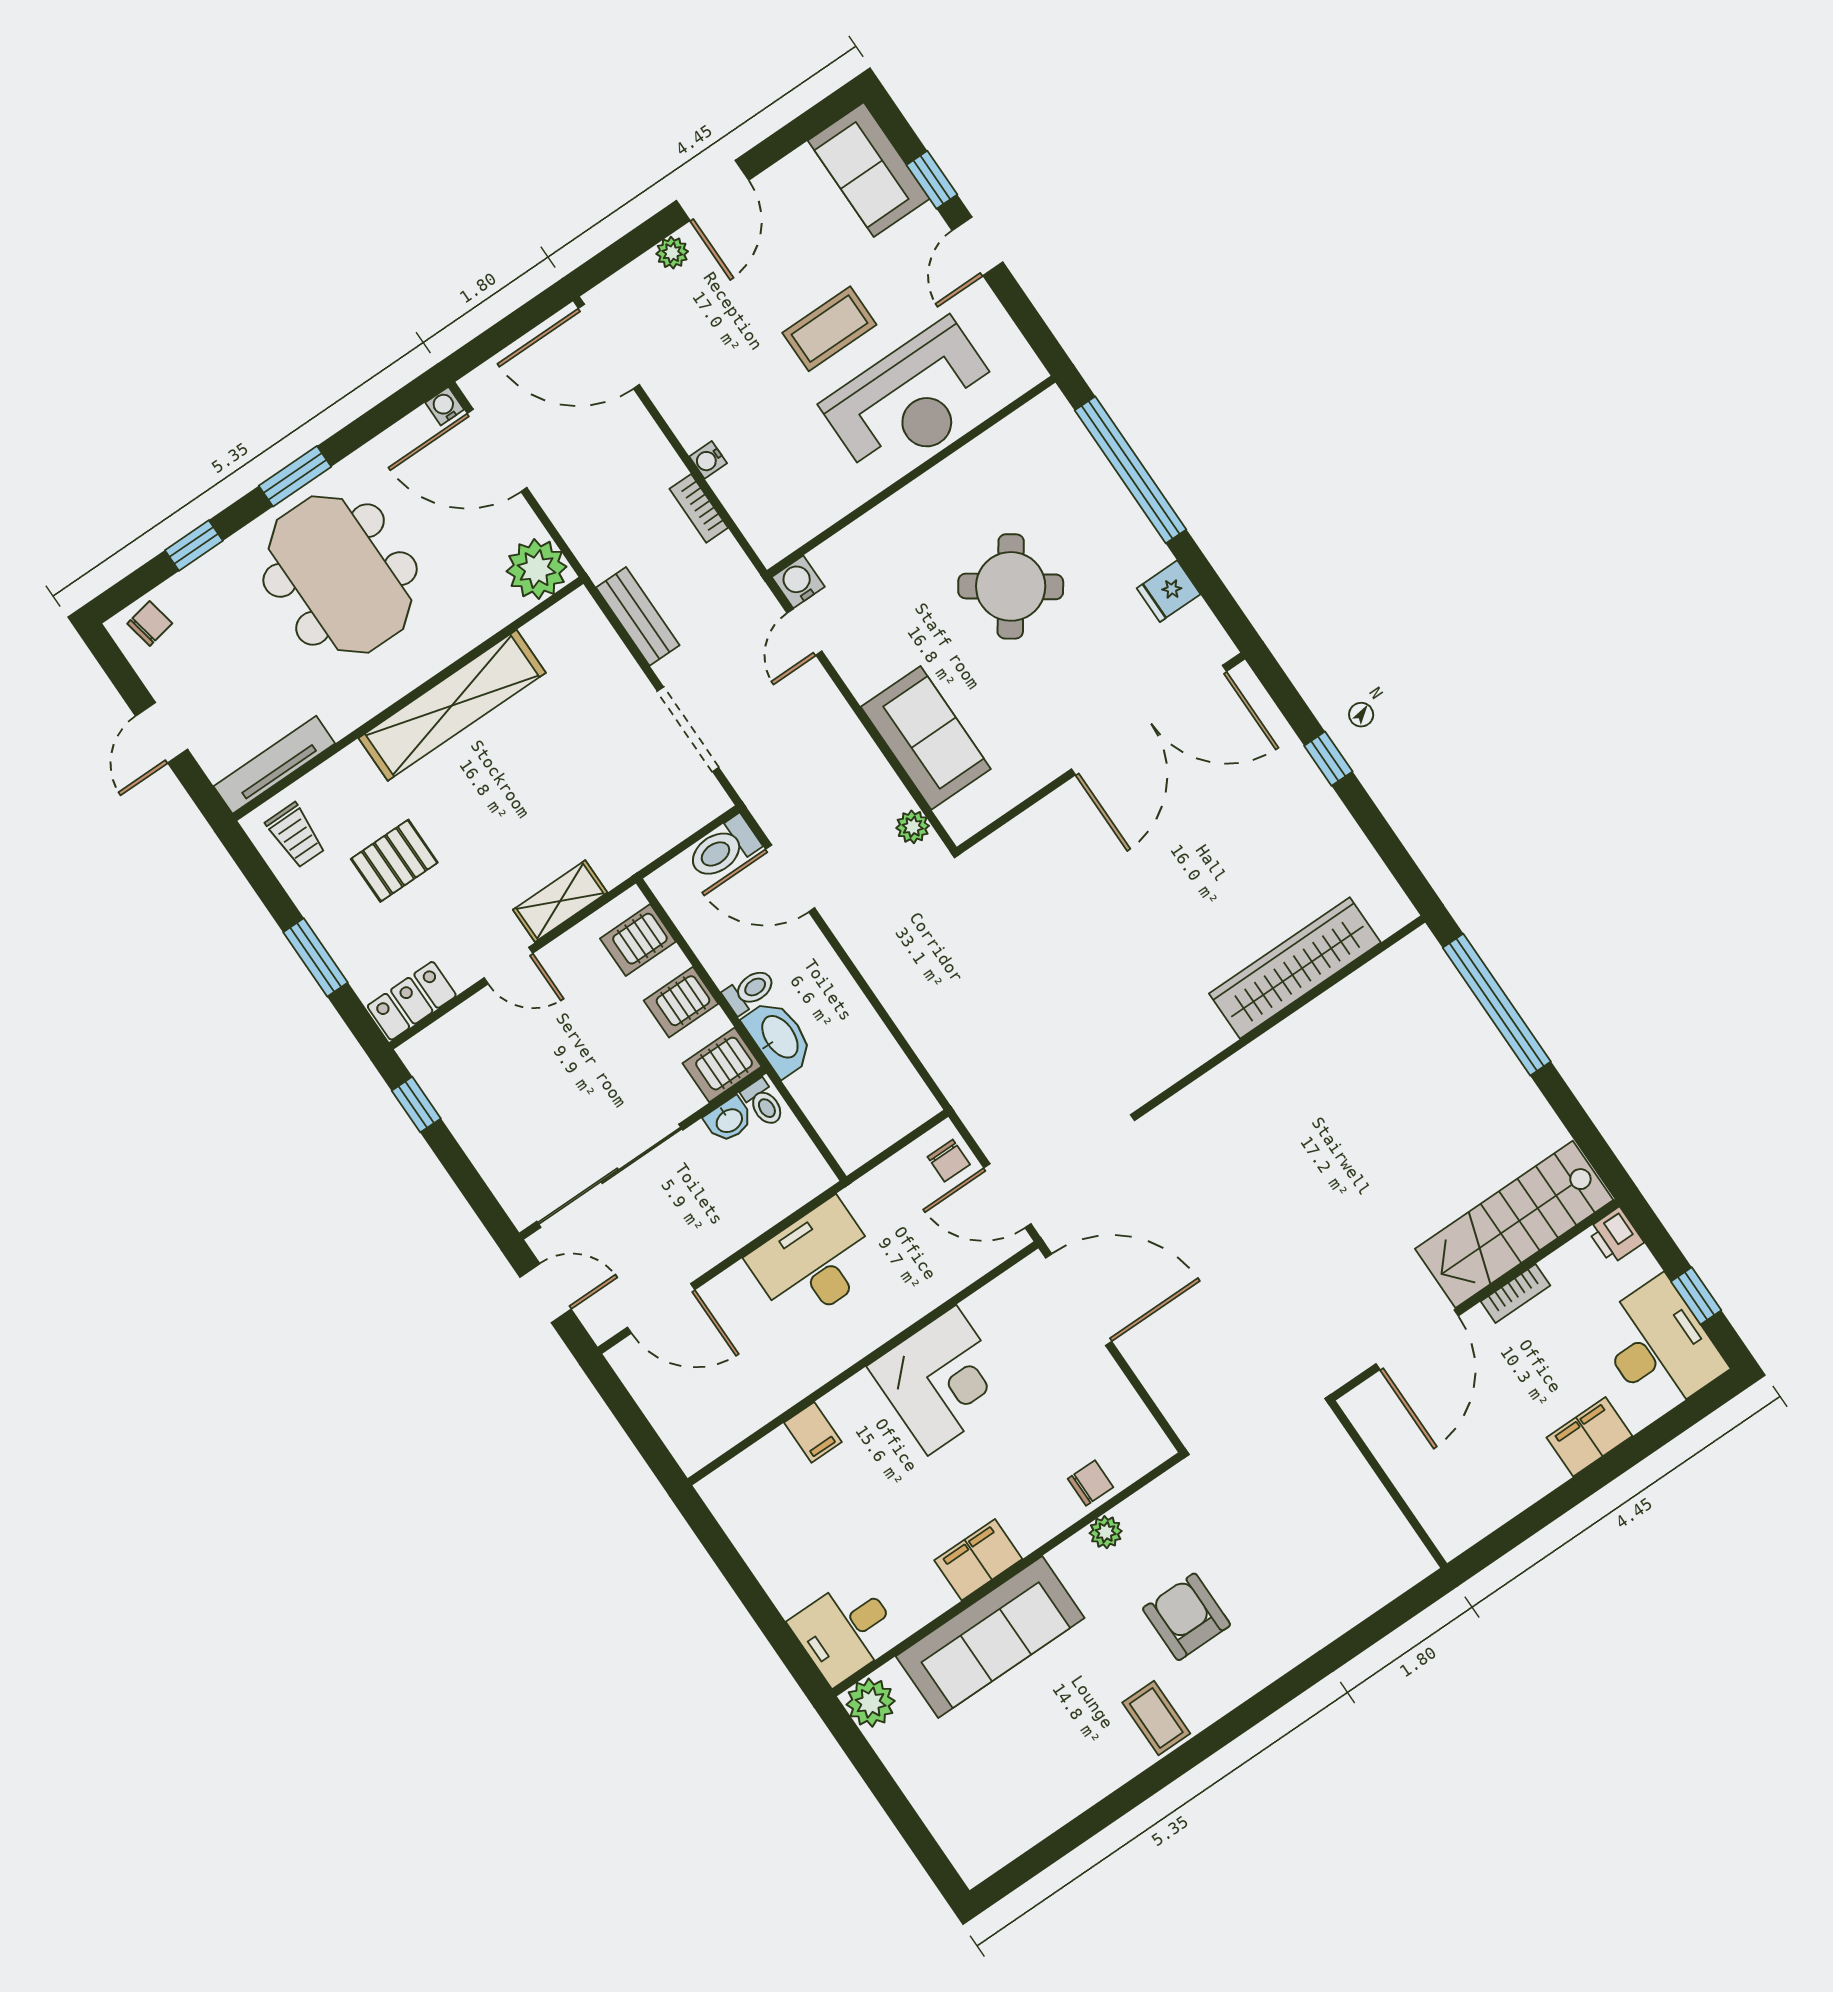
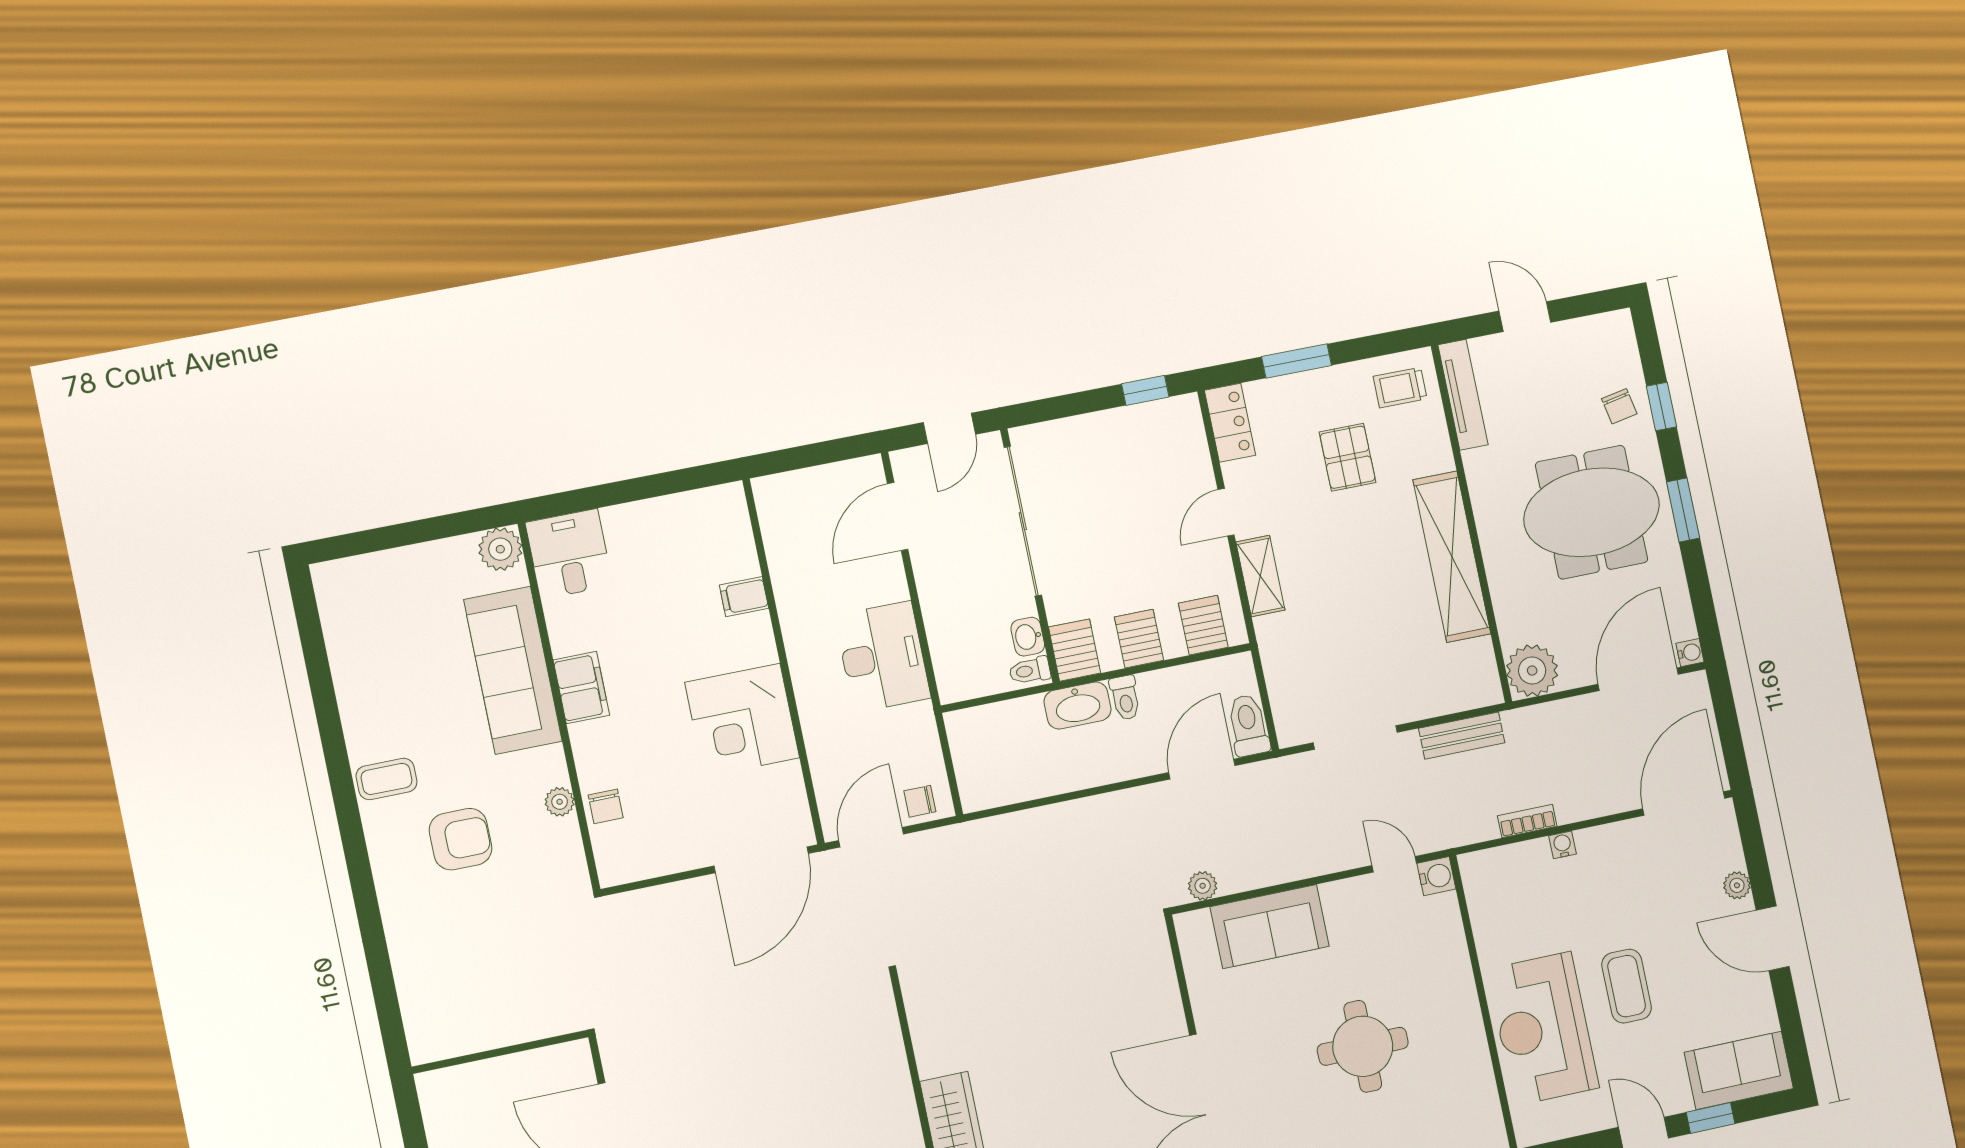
round table: (1011, 586) -> (1363, 1046), turned -35
chair: (150, 623) -> (1619, 406), moved

